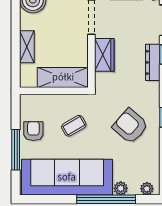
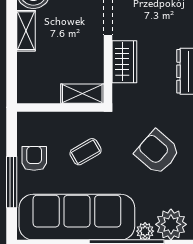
shelving: (27, 47) -> (26, 31), moved
shelving: (63, 77) -> (82, 94), width x0.67, depth x0.75
plant: (147, 189) -> (171, 224), width x1.88, depth x1.88

